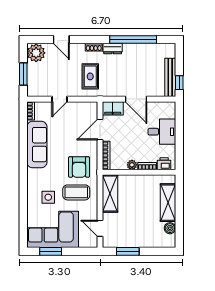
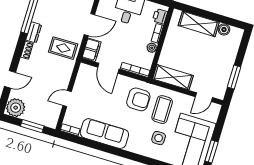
rug: (90, 76) -> (63, 48), moved
door: (59, 99) -> (67, 99), swing flipped

